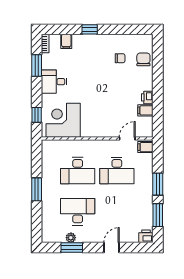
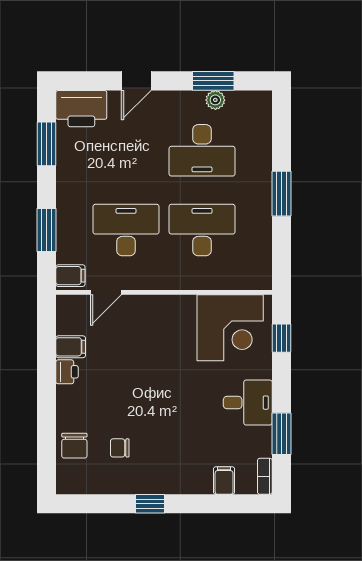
window: (90, 29) -> (150, 504), moved
window: (158, 184) -> (47, 230), moved
printer: (146, 236) -> (81, 109), width x1.87, depth x1.48

